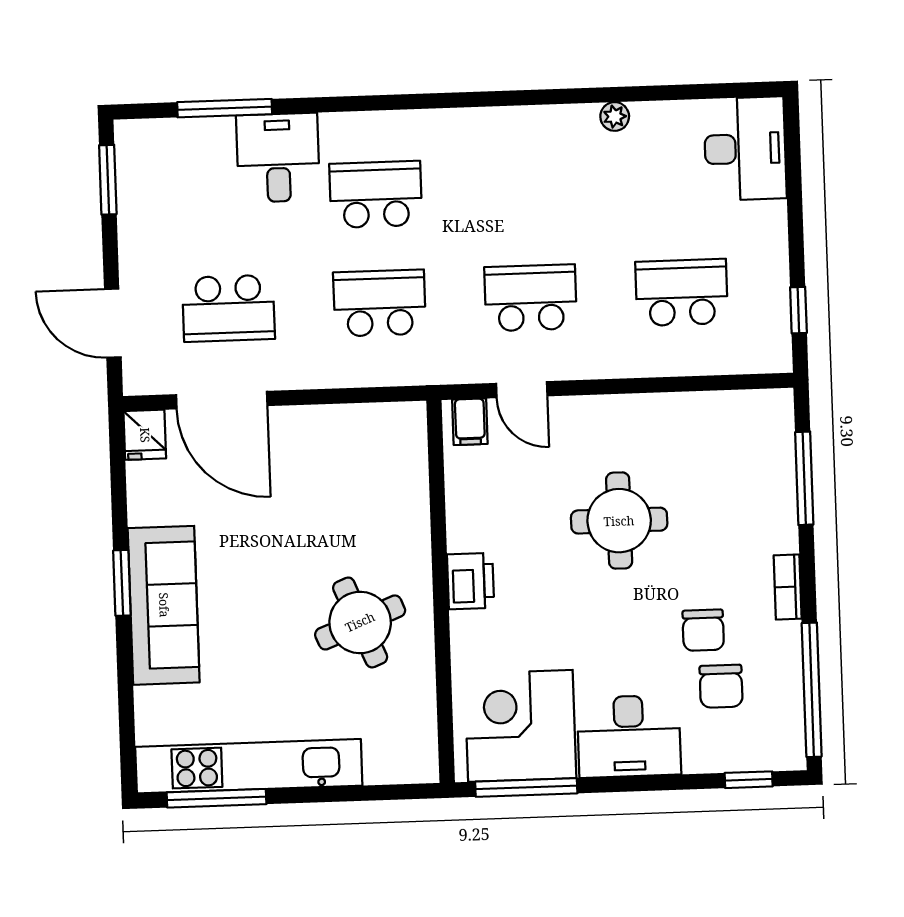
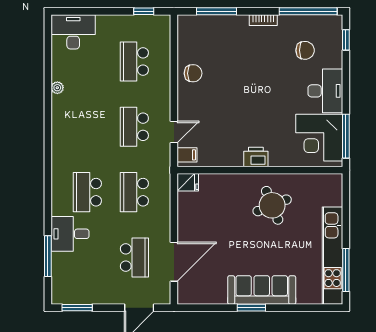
fridge: (145, 435) -> (188, 182), moved
round table: (619, 521) -> (232, 92), removed
chair: (703, 630) -> (193, 73), moved

